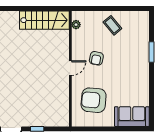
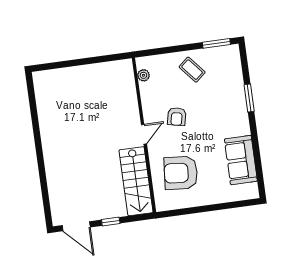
window: (133, 8) -> (216, 43), added
stairs: (44, 20) -> (136, 181), moved, turned 90
sofa: (132, 117) -> (241, 160), moved, turned -90

